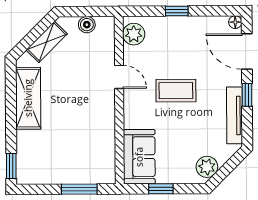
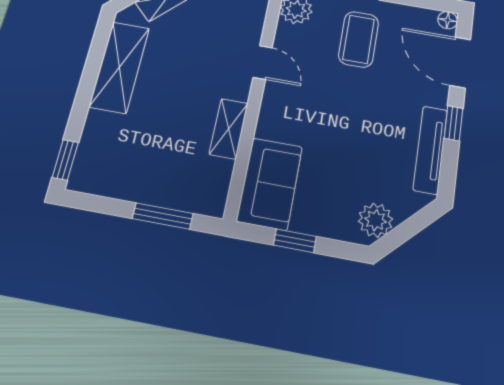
coffee table: (176, 91) -> (359, 39), moved, turned 90
shelving: (107, 126) -> (229, 129), added

